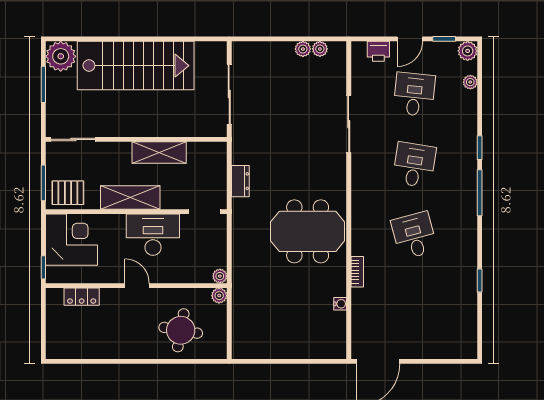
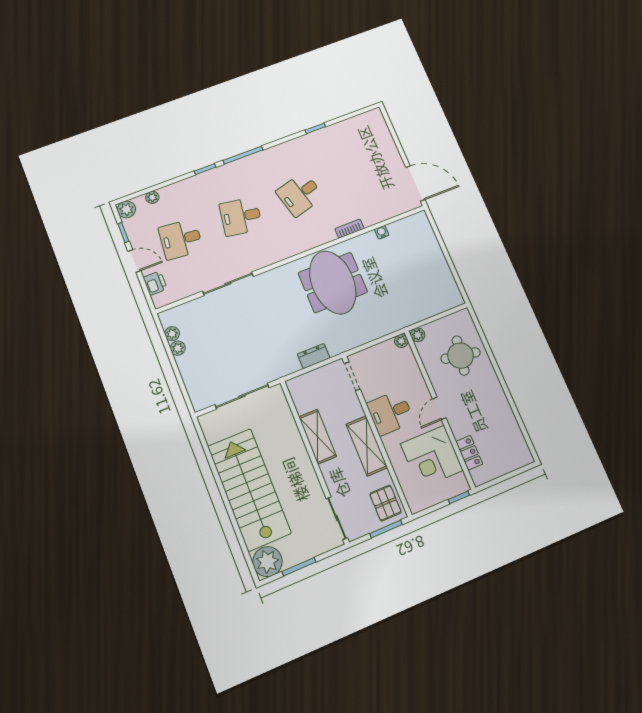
desk: (153, 235) -> (390, 413), width x0.73
corner desk: (71, 240) -> (432, 457), moved, turned -90

